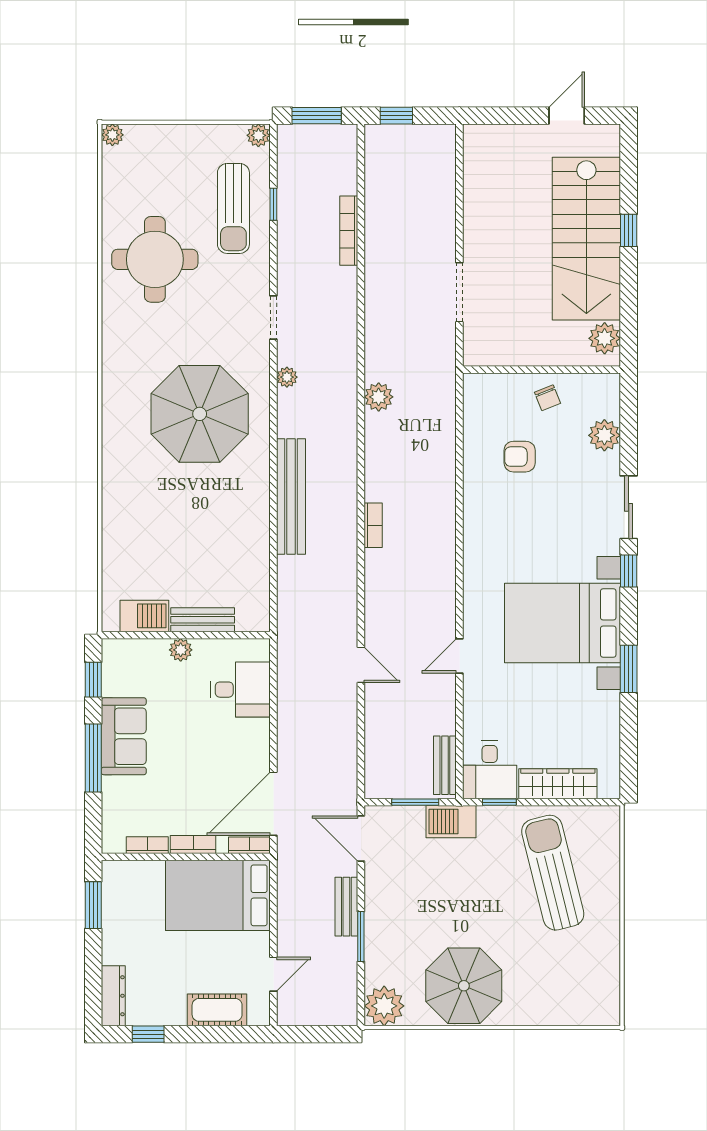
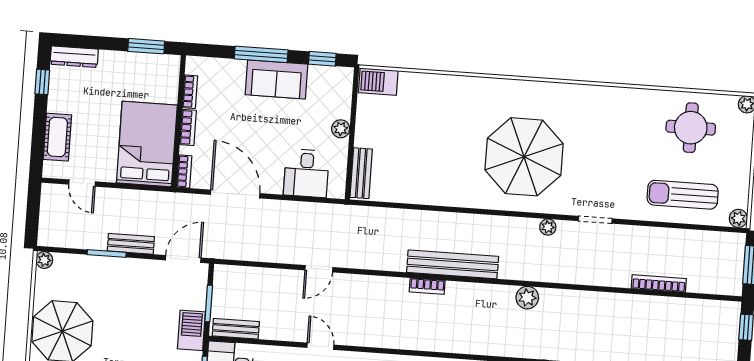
window: (273, 204) -> (684, 226), removed
round table: (155, 259) -> (691, 128), moved, width x0.73, depth x0.73
bench: (291, 497) -> (453, 264), moved
barbecue: (144, 616) -> (378, 82), moved, turned 90
bench: (203, 620) -> (361, 173), moved
door: (273, 804) -> (235, 194), moved
plant: (384, 1006) -> (44, 260), width x0.53, depth x0.53

